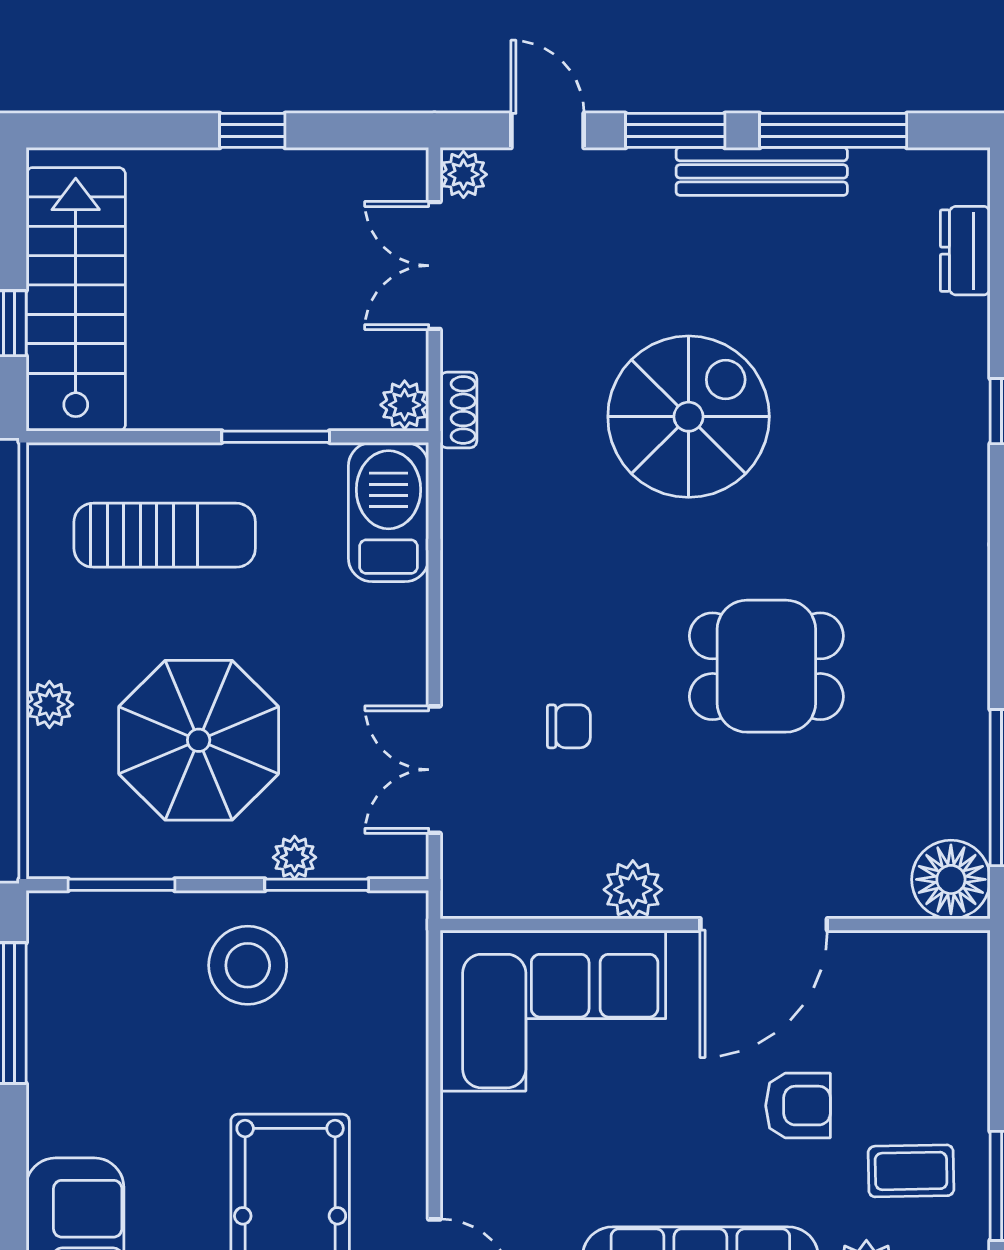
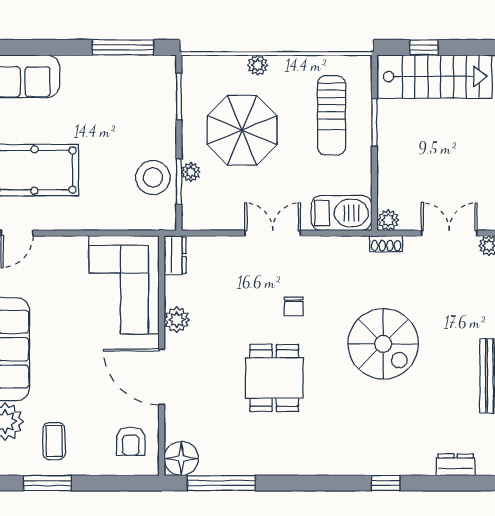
window: (276, 437) -> (374, 122), moved
chair: (569, 726) -> (294, 306), moved
double door: (434, 770) -> (273, 233), moved
dresser: (485, 893) -> (175, 255), added
stool: (248, 965) -> (153, 177), moved
armchair: (798, 1106) -> (131, 441), moved

